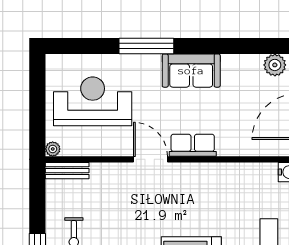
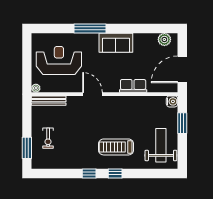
row of seats: (193, 145) -> (133, 86), moved
bench: (67, 171) -> (49, 101), width x1.36

